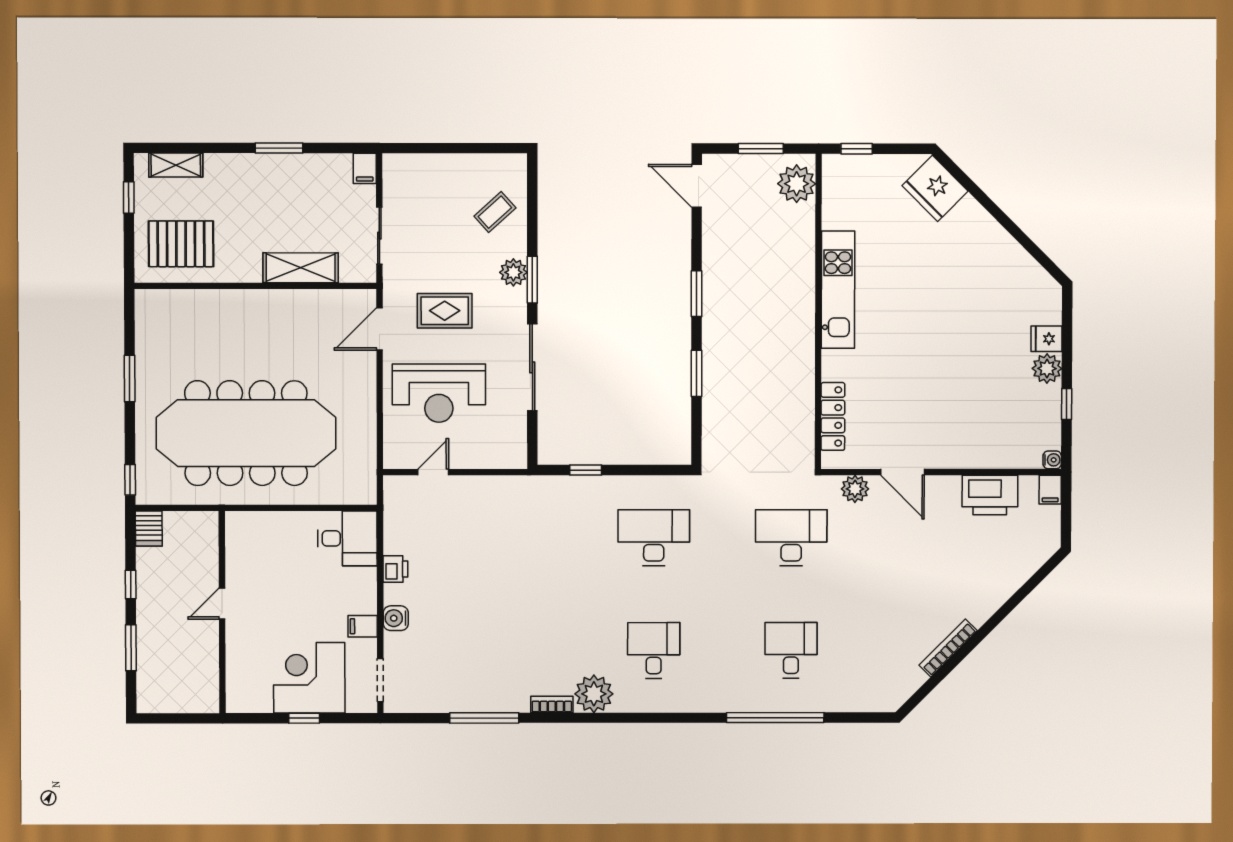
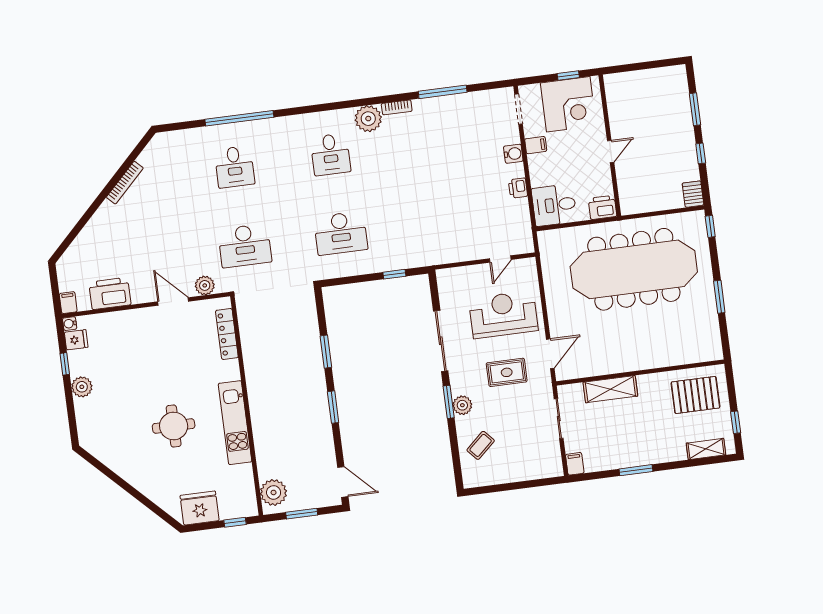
fridge: (935, 188) -> (200, 508), moved, turned -45
round table: (925, 296) -> (174, 426), added
fridge: (1046, 339) -> (76, 340), moved
printer: (279, 526) -> (602, 207), added
door: (222, 604) -> (611, 151), moved
wall: (222, 612) -> (610, 146), moved

